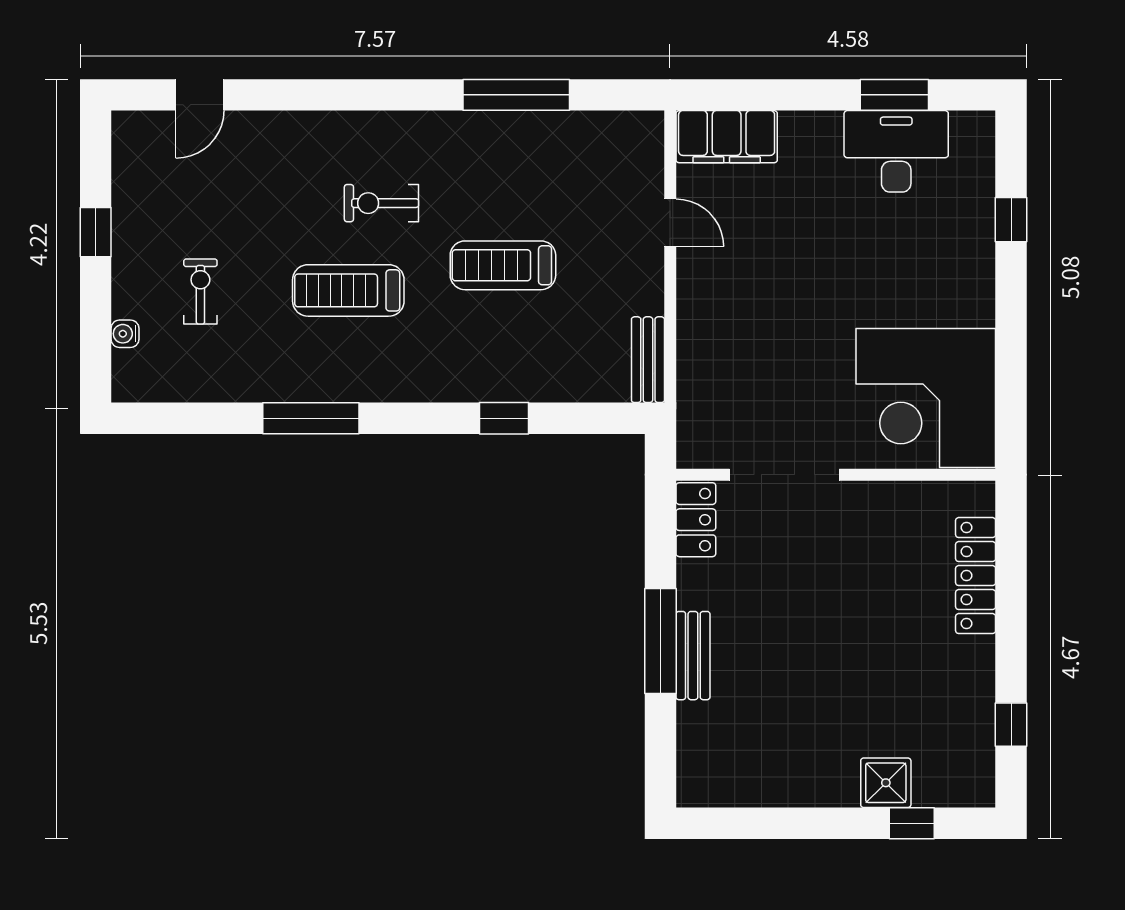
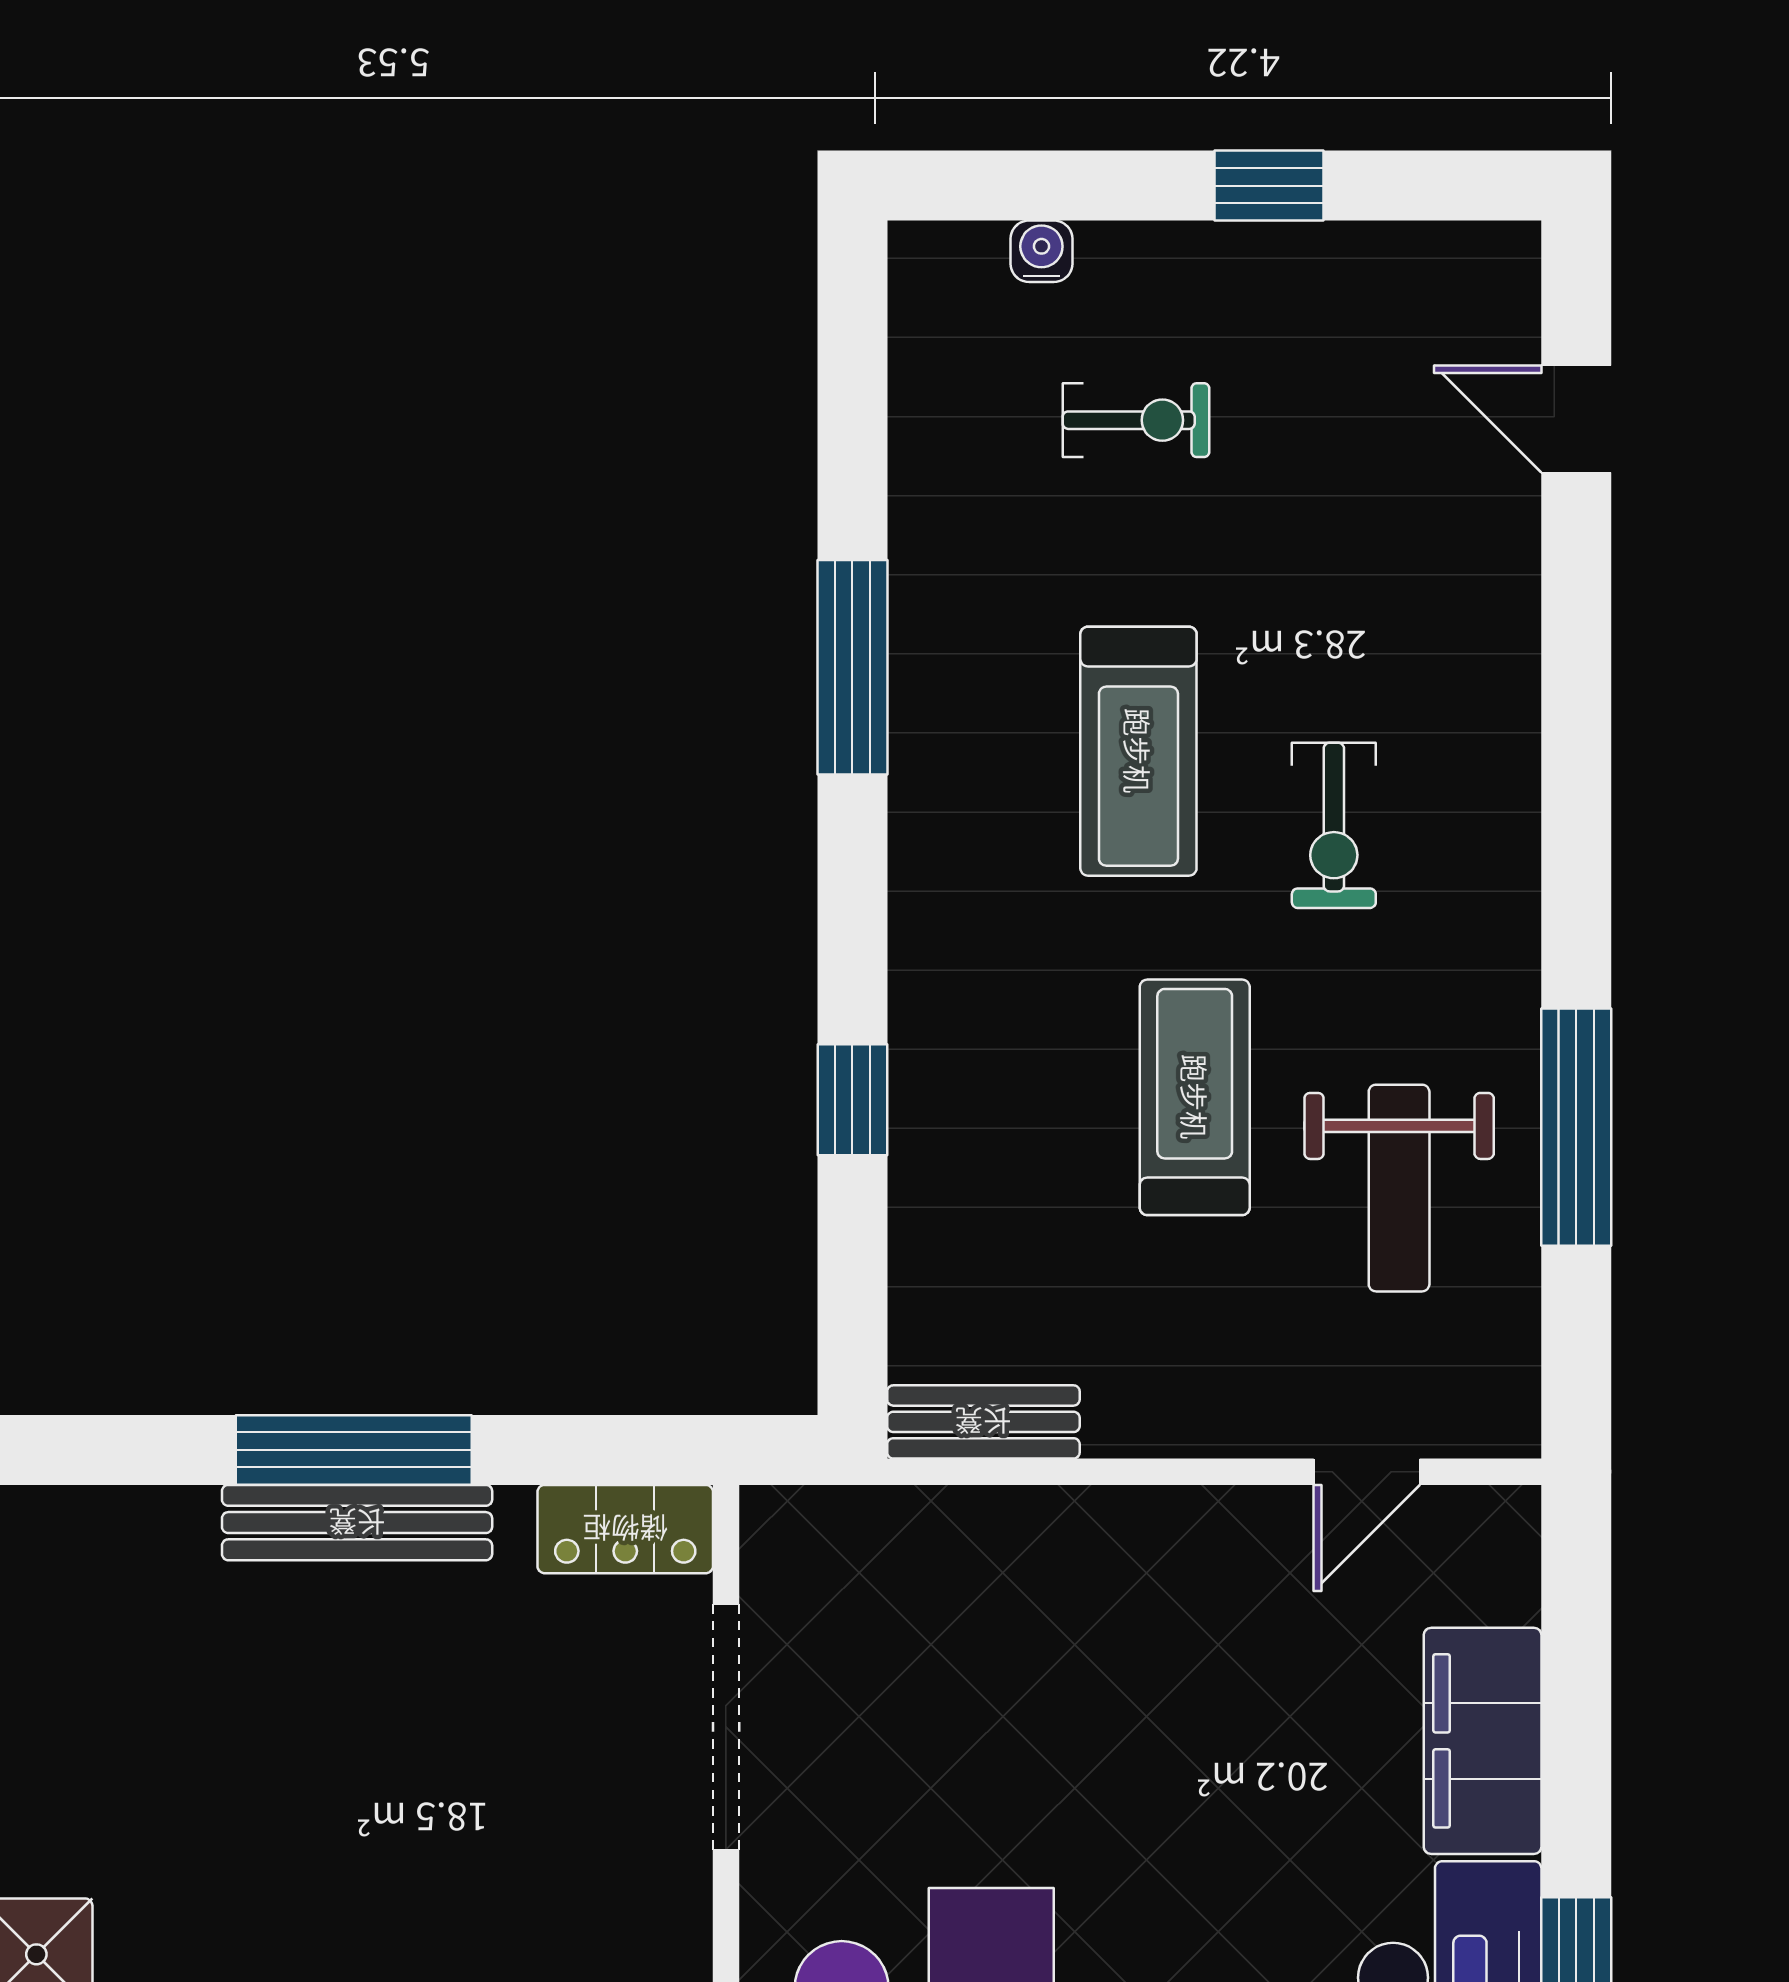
filing cabinet: (727, 137) -> (1483, 1741), moved
weight bench: (543, 174) -> (1399, 1188), added
exercise bike: (381, 203) -> (1334, 825), turned 180
door: (670, 223) -> (1367, 1472), moved
treadmill: (348, 290) -> (1138, 751), turned 180
bench: (693, 656) -> (357, 1523), width x1.36

